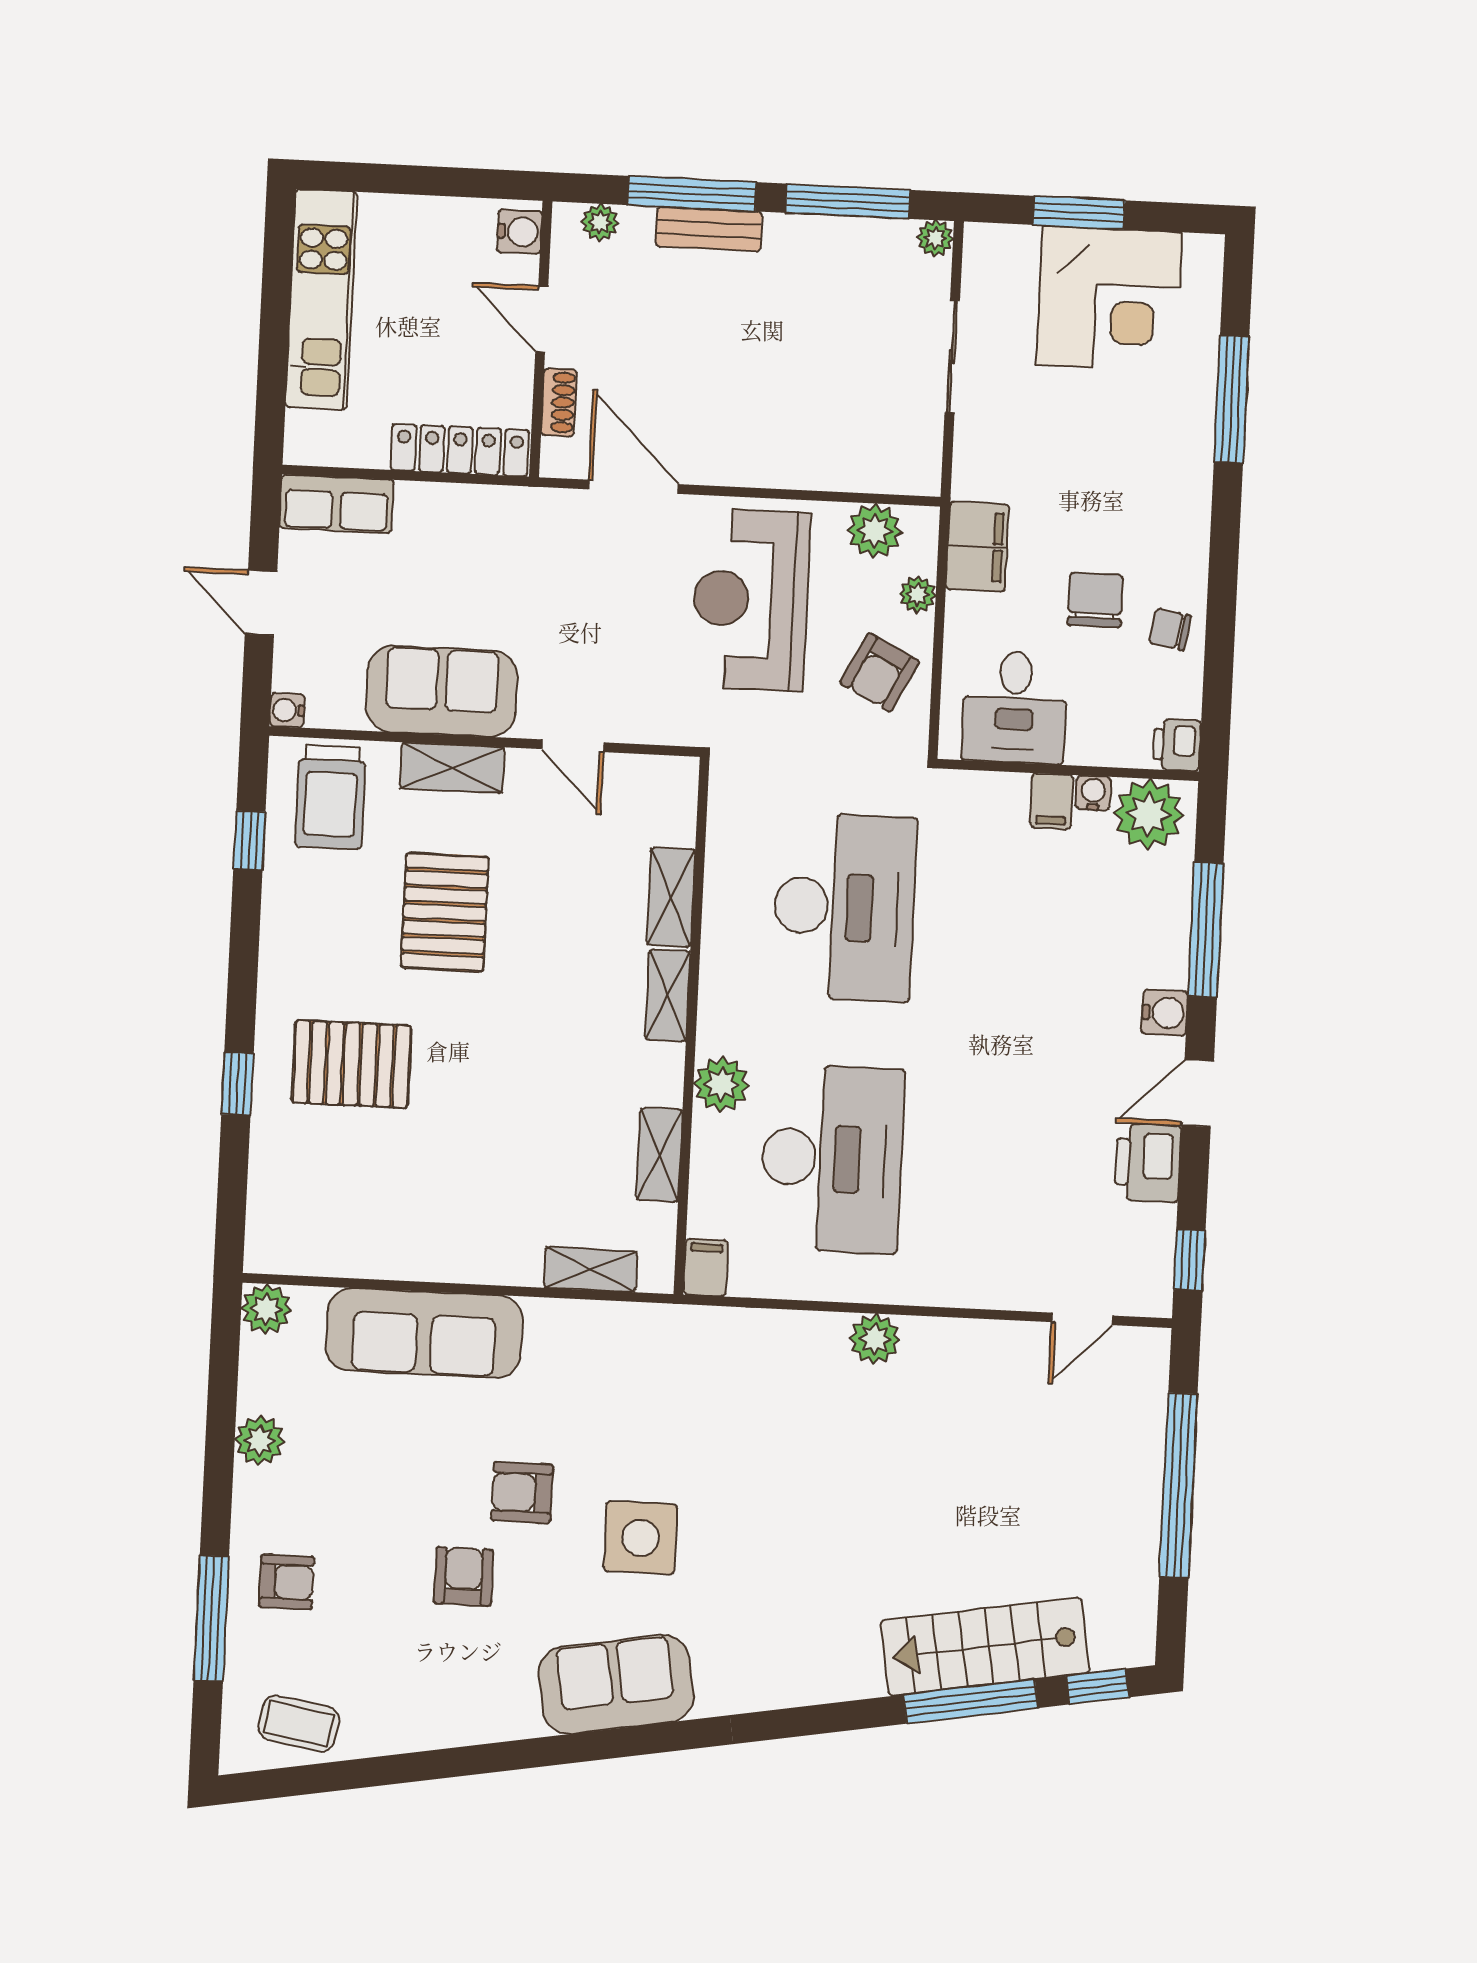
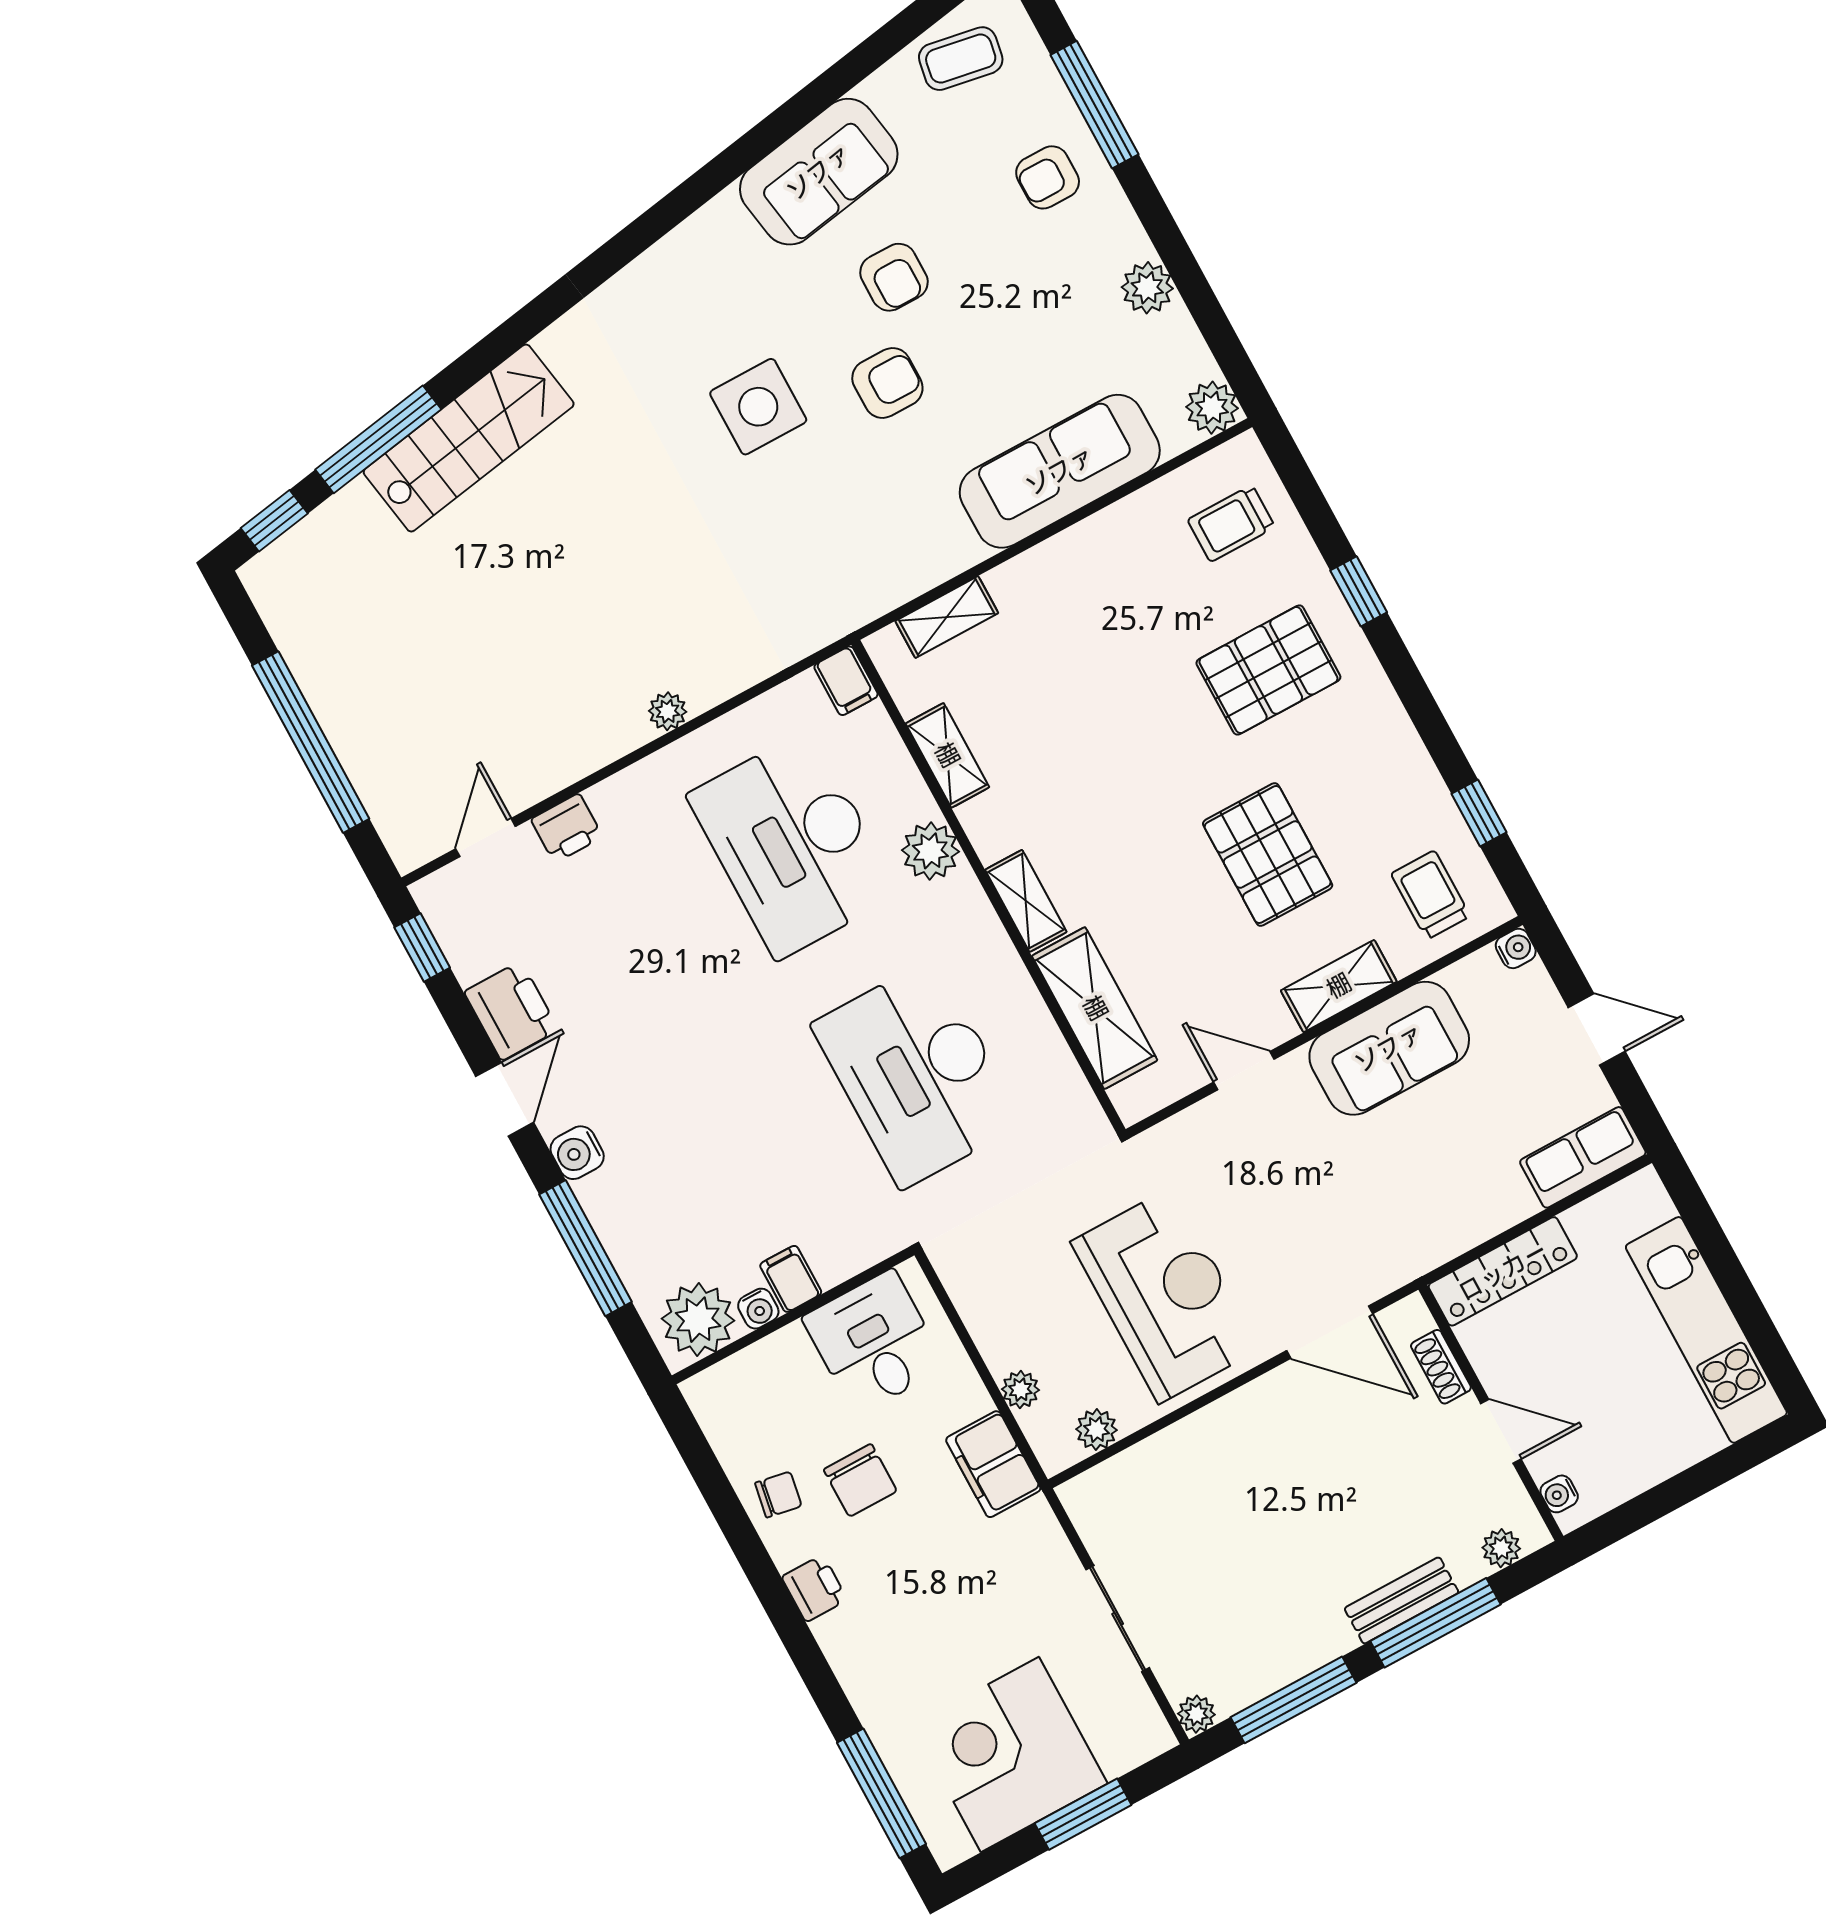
water cooler: (519, 232) -> (1559, 1494), width x0.72, depth x0.72
window: (1232, 399) -> (882, 1793), moved
plant: (874, 531) -> (1096, 1430), width x0.73, depth x0.73
armchair: (880, 672) -> (1012, 1300), removed
printer: (1177, 745) -> (814, 1588), moved
trolley: (331, 797) -> (1431, 895), width x0.73, depth x0.72
shelving: (671, 897) -> (1095, 1008), width x1.50, depth x1.33
trolley: (309, 1204) -> (1231, 523), added
printer: (1010, 1286) -> (567, 828), added
plant: (875, 1339) -> (668, 711), width x0.73, depth x0.73
stairs: (985, 1647) -> (469, 438), moved
sofa: (616, 1684) -> (819, 172), moved

